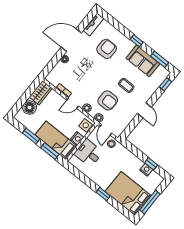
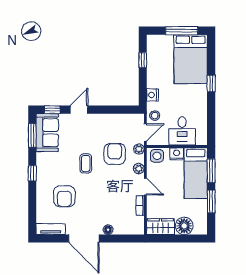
armchair: (107, 49) -> (64, 196), turned -90
sofa: (143, 61) -> (47, 133), moved
coffee table: (126, 85) -> (86, 163), moved
door: (144, 110) -> (79, 110), moved
nightstand: (146, 170) -> (152, 95), moved

